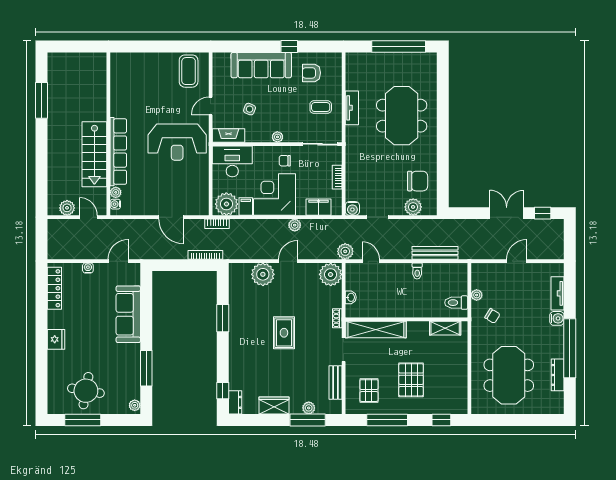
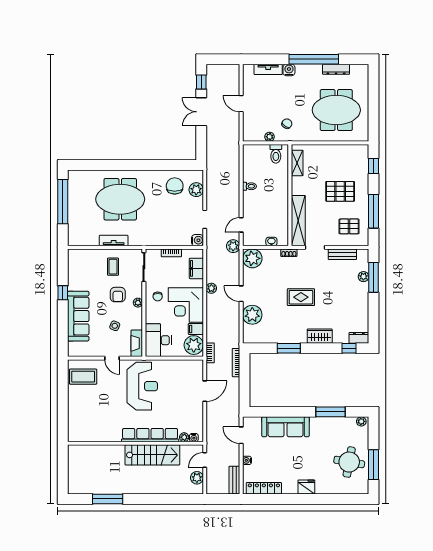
armchair: (311, 73) -> (118, 295), moved
bench: (435, 253) -> (234, 480), moved, width x0.73
wardrobe: (274, 405) -> (320, 336), moved, turned 90

